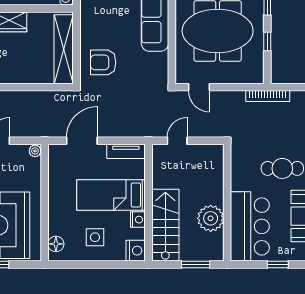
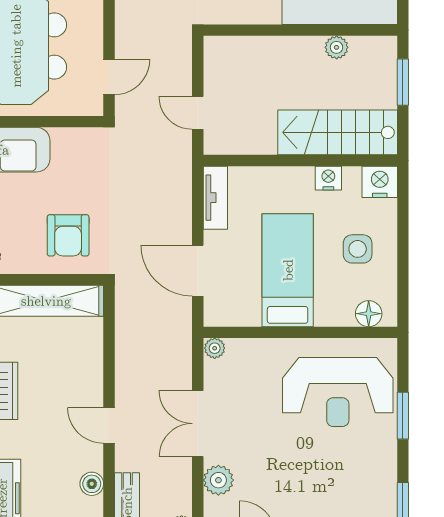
bed: (111, 195) -> (288, 270), moved, turned 180
plant: (211, 218) -> (337, 47), width x0.53, depth x0.53

